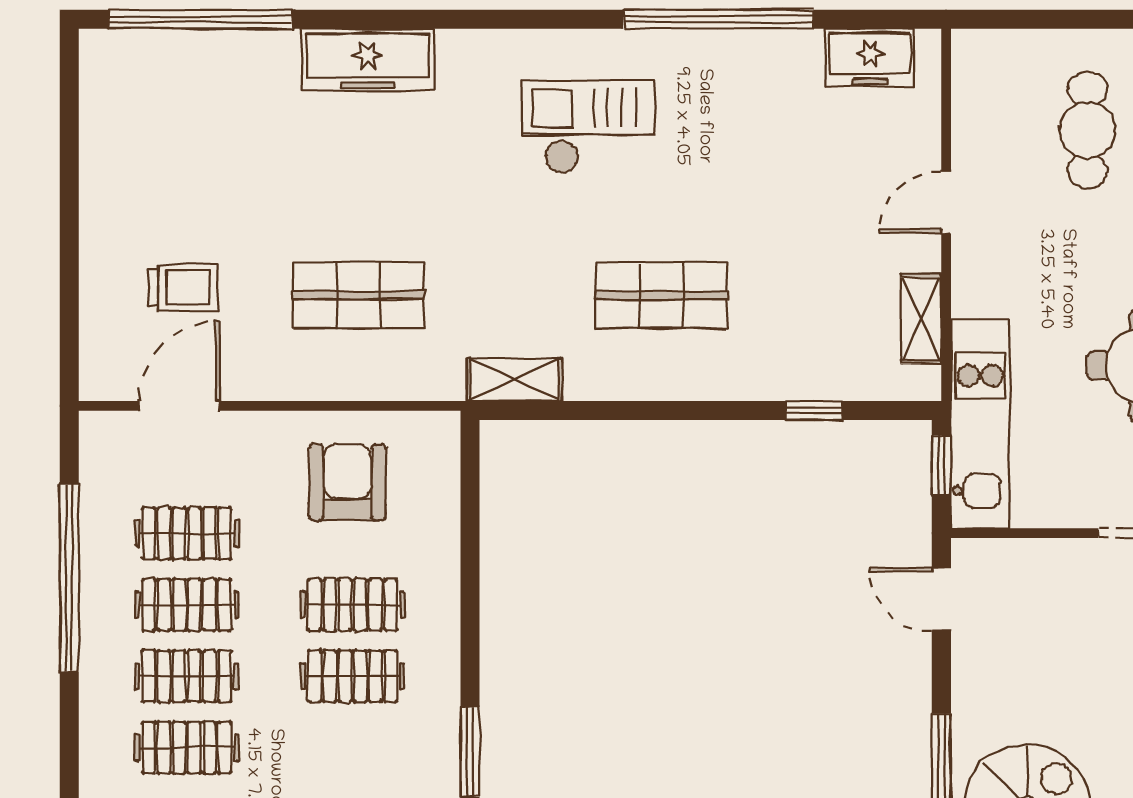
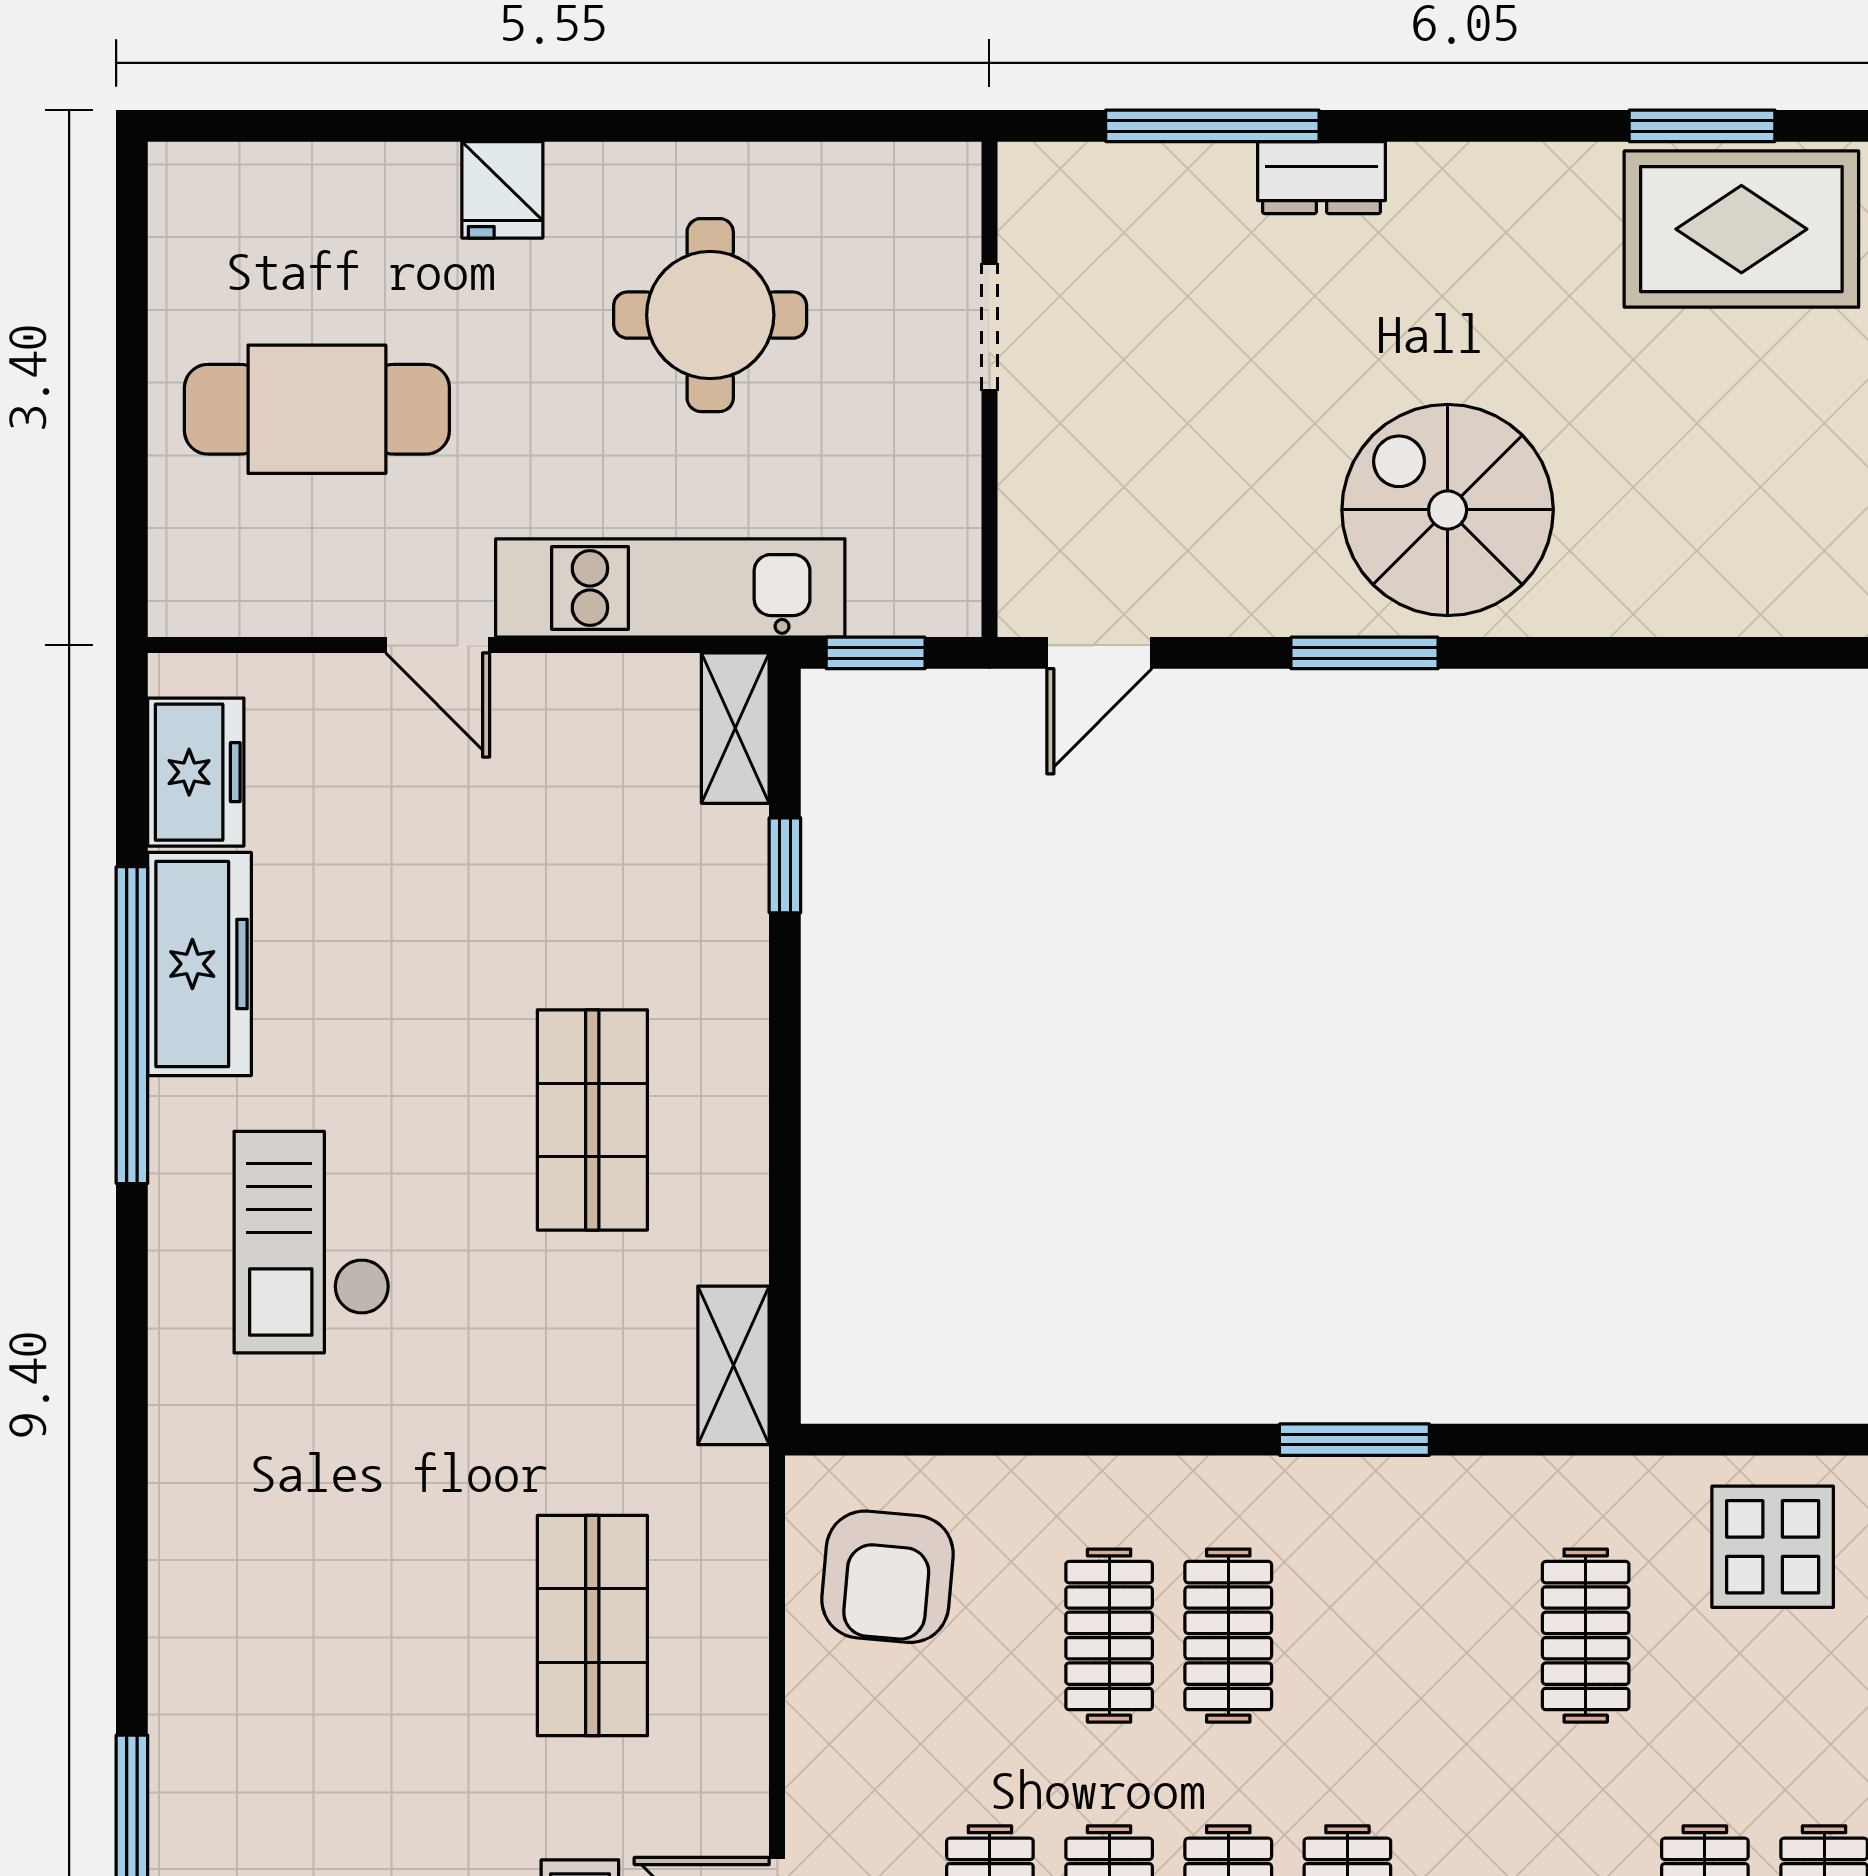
freezer: (368, 60) -> (200, 964), moved
cafe table: (1087, 130) -> (317, 409), width x1.37, depth x1.35
shelving: (921, 319) -> (735, 728), moved, turned 90
kitchen unit: (980, 424) -> (670, 588), moved
armchair: (347, 482) -> (888, 1577), moved, turned -85

